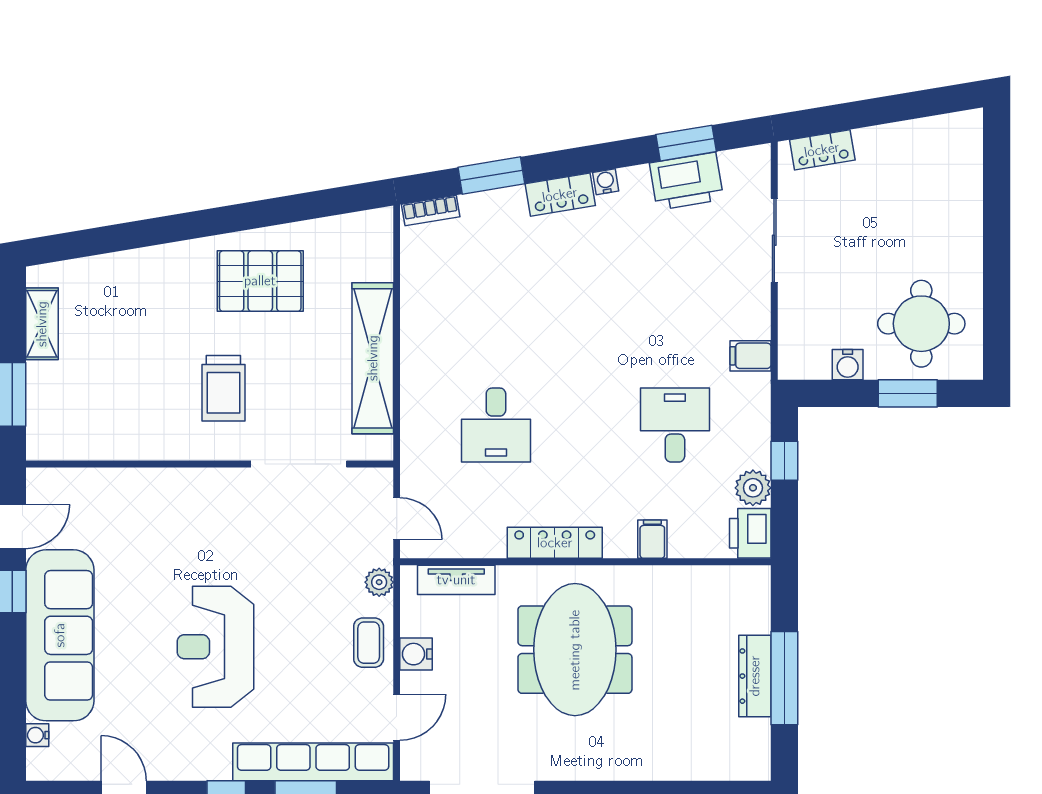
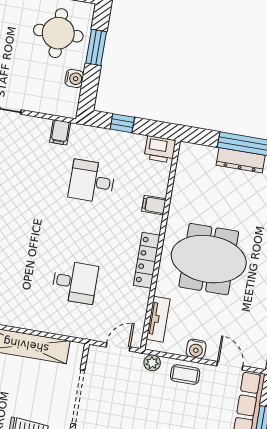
plant: (753, 488) -> (135, 143), removed

